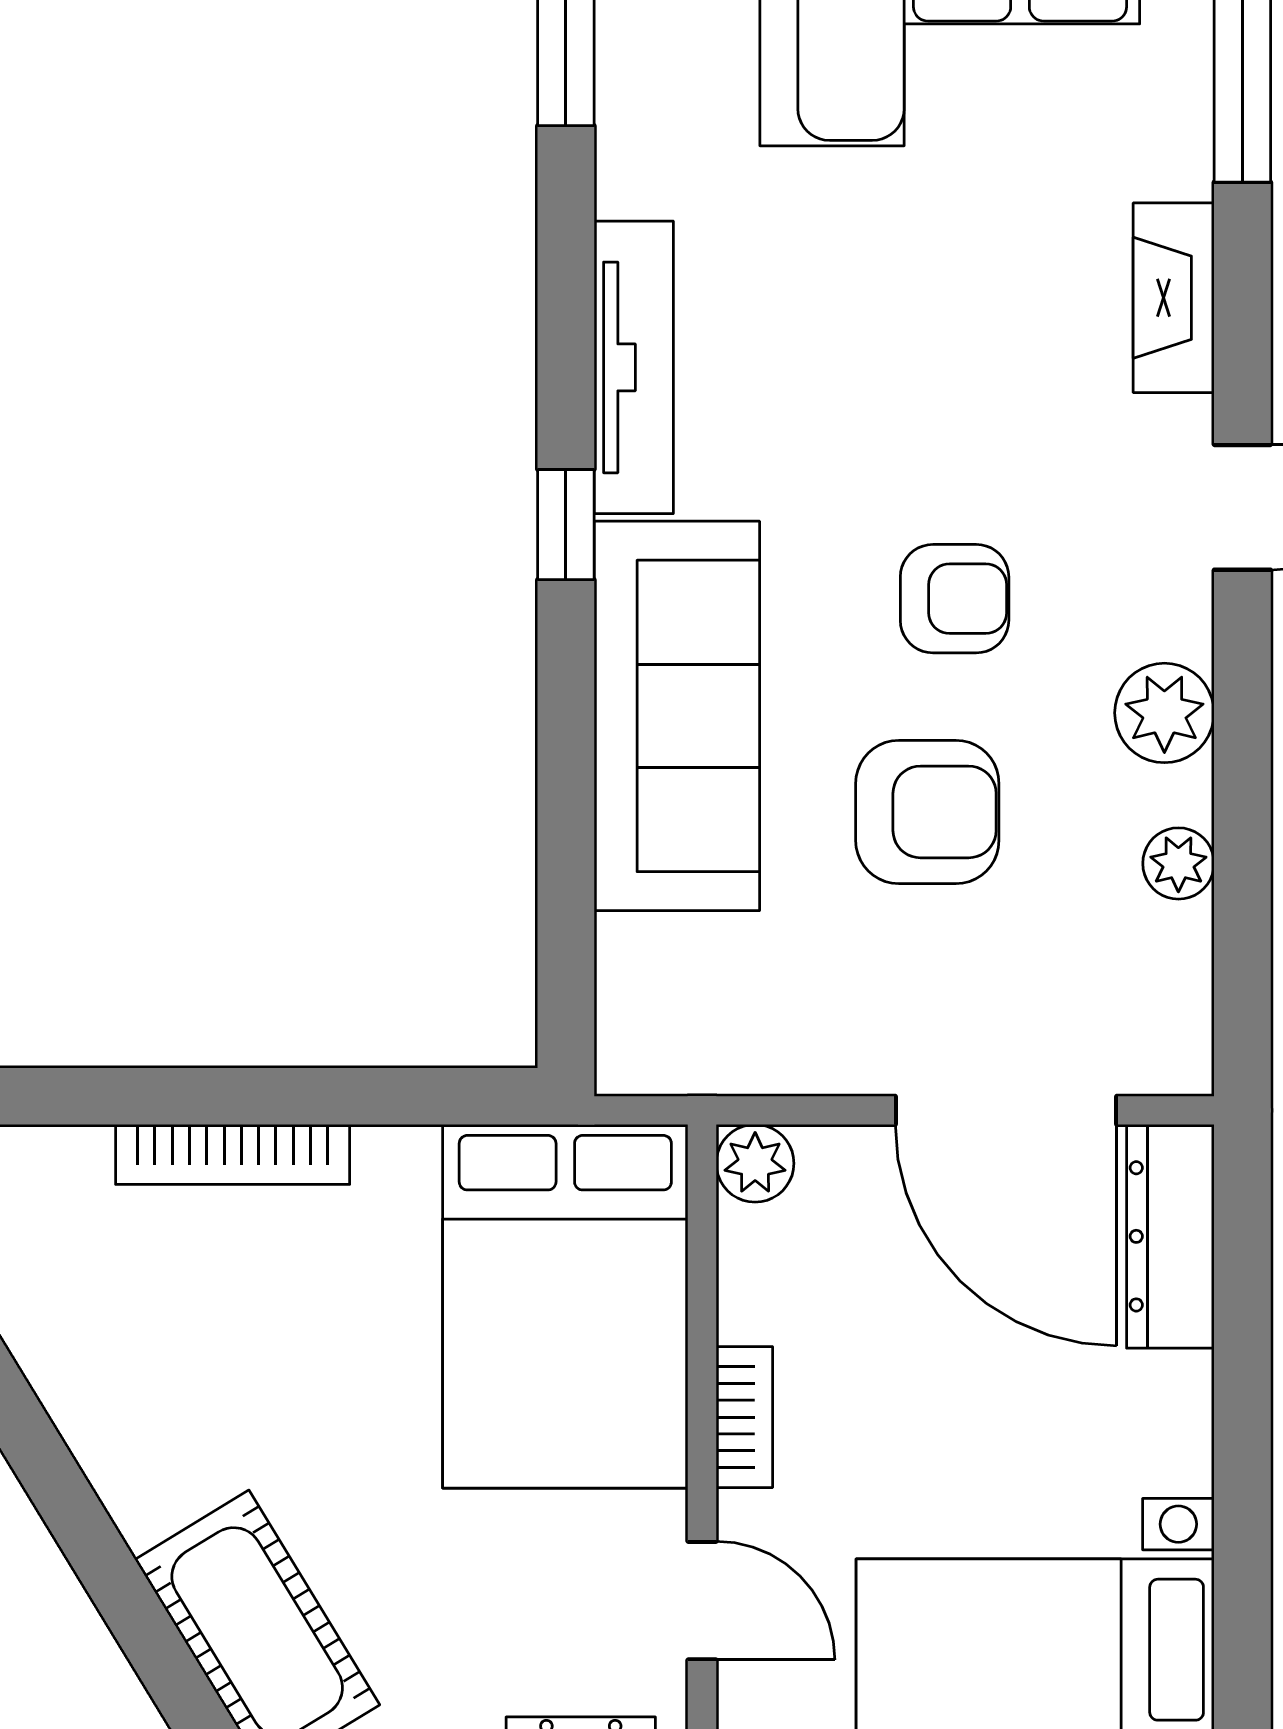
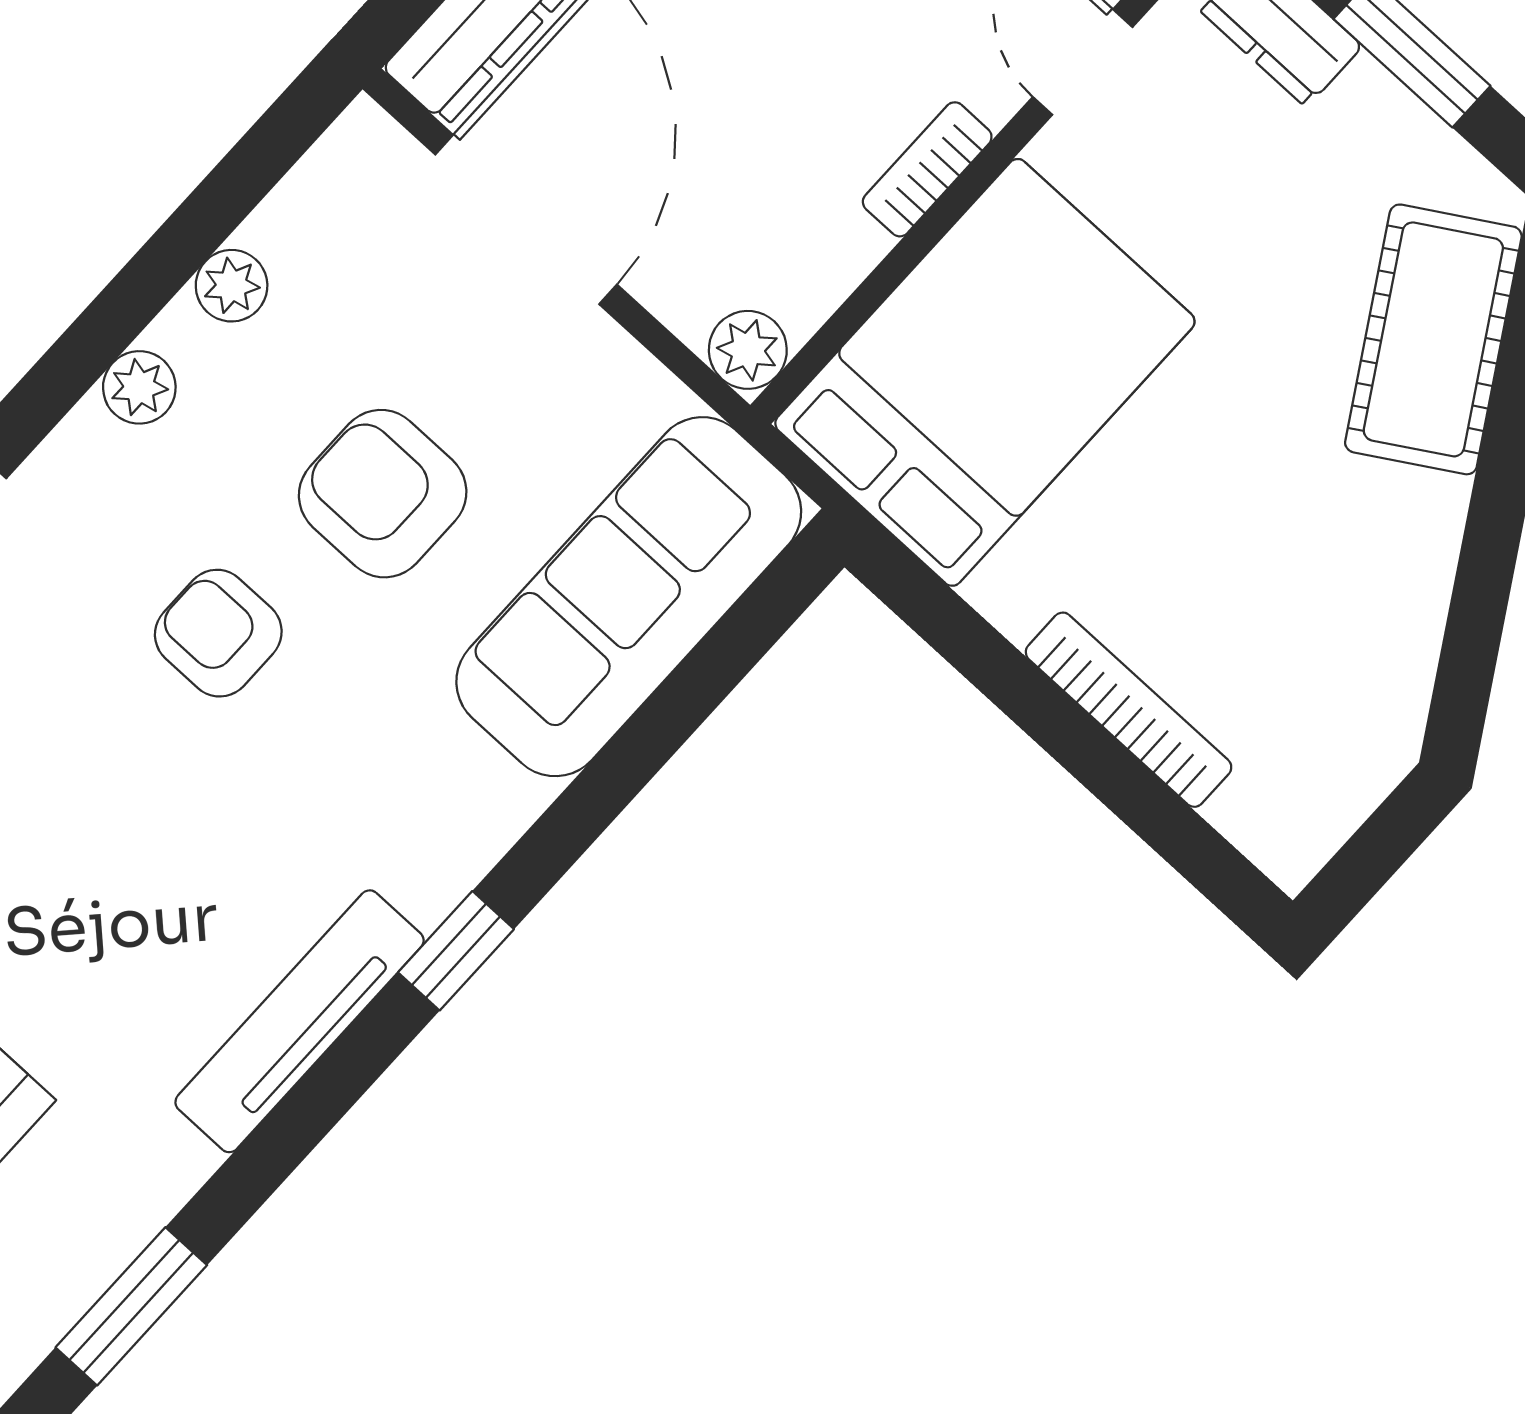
plant: (1164, 713) -> (139, 387), width x0.73, depth x0.73
sofa: (677, 716) -> (629, 597), moved

